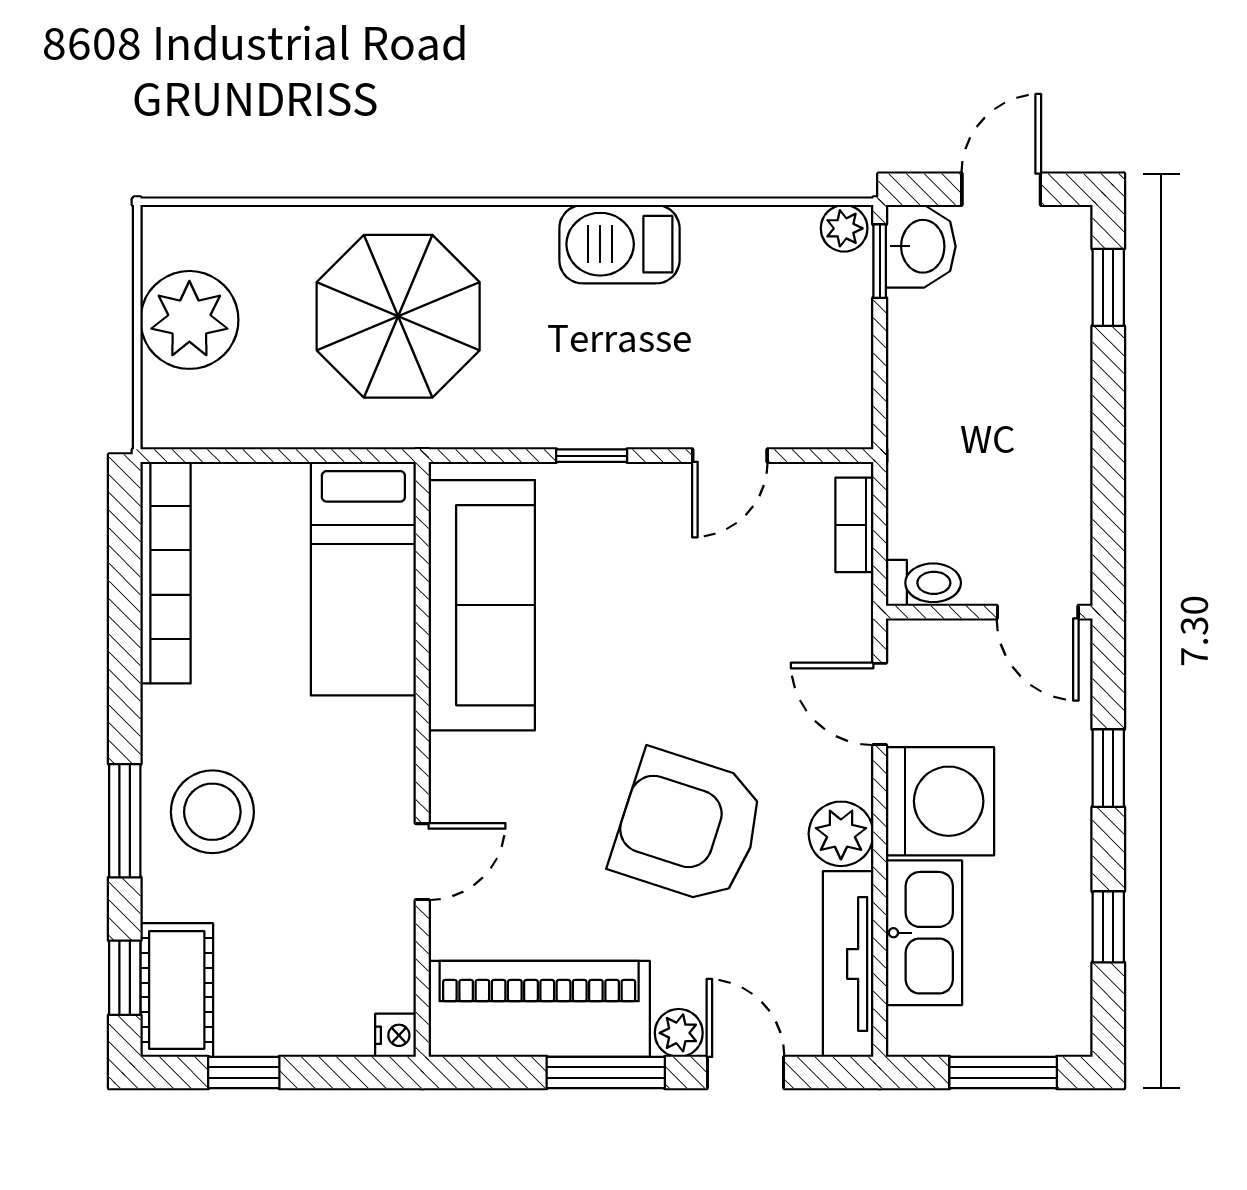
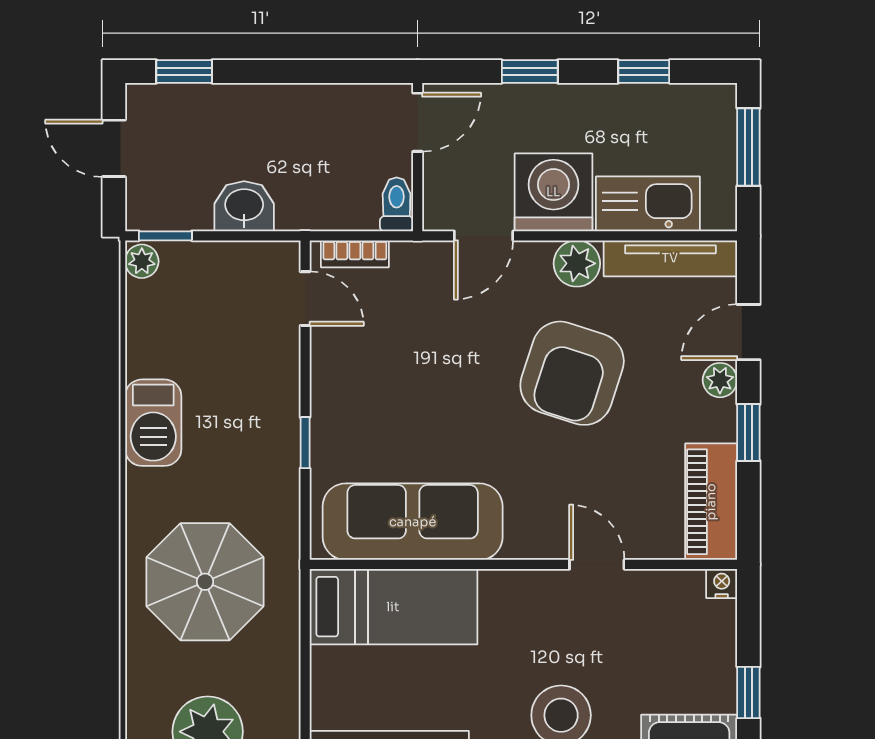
washbasin: (921, 246) -> (244, 206), moved
door: (730, 456) -> (305, 299), moved
piano: (539, 1009) -> (711, 502), width x0.73, depth x0.75
window: (606, 1073) -> (748, 433), width x0.67

